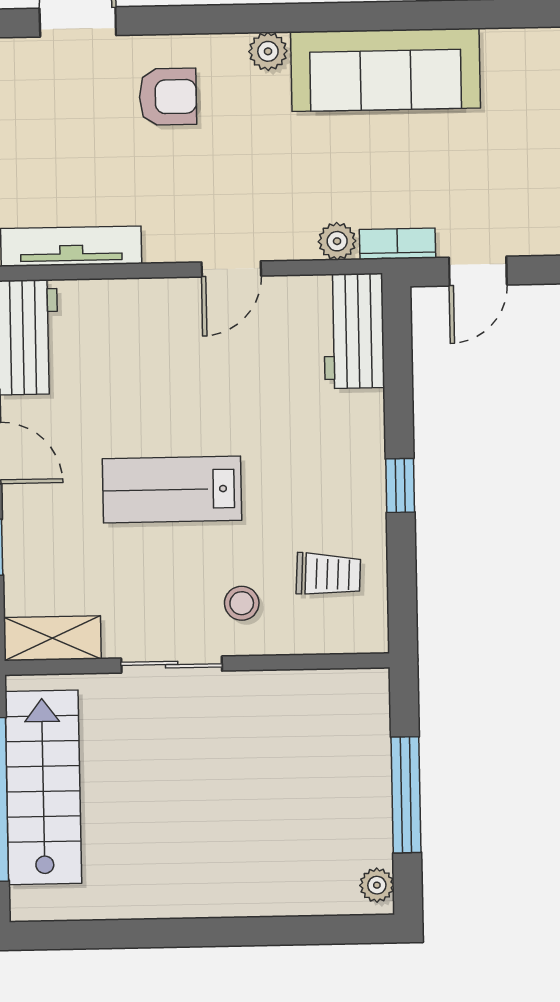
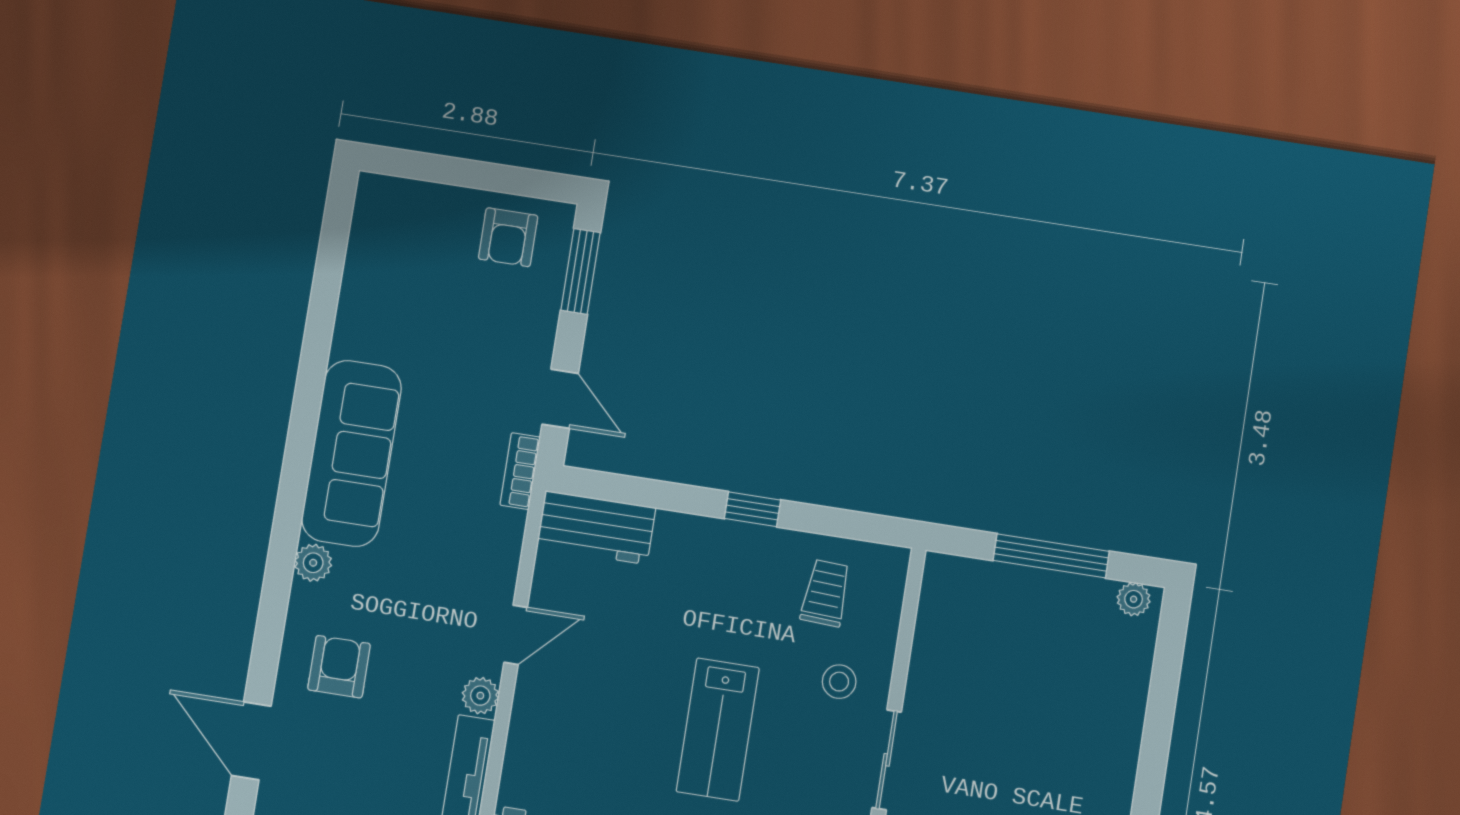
plant: (337, 241) -> (480, 696), moved
door: (231, 269) -> (516, 635), hinge flipped

